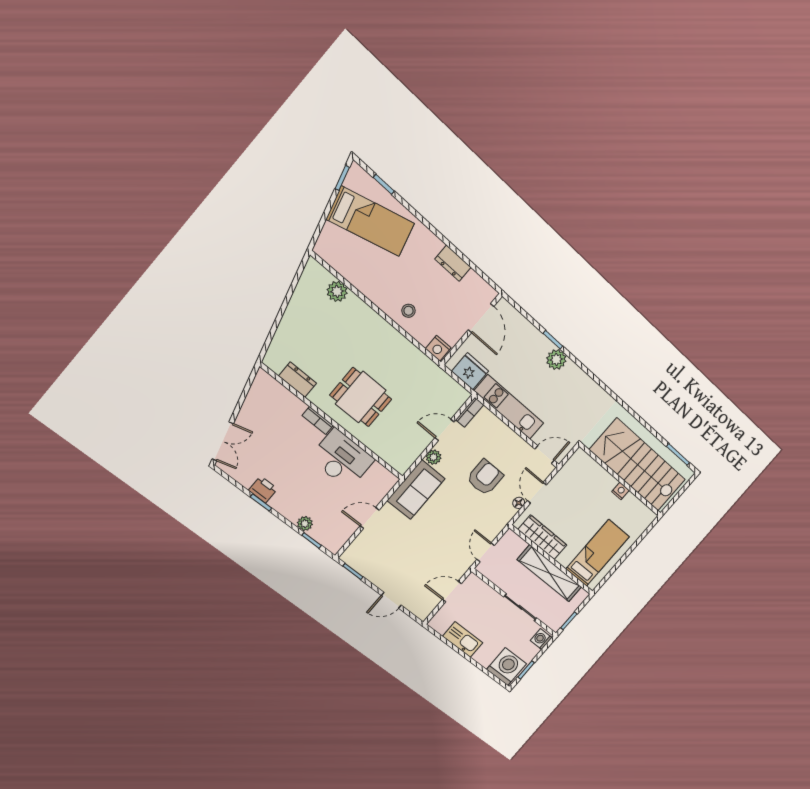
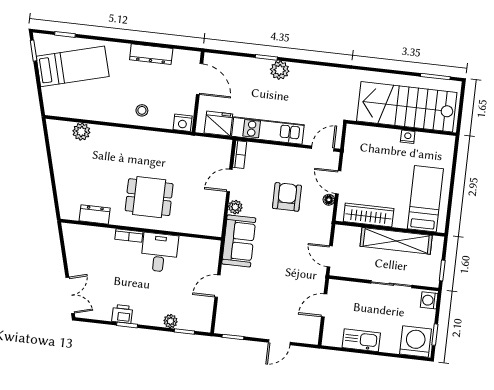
dresser: (453, 263) -> (151, 54), width x1.44
desk: (342, 459) -> (159, 252), width x0.73

